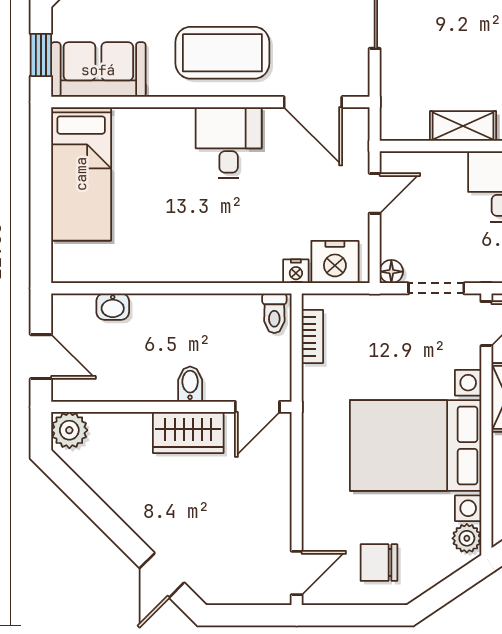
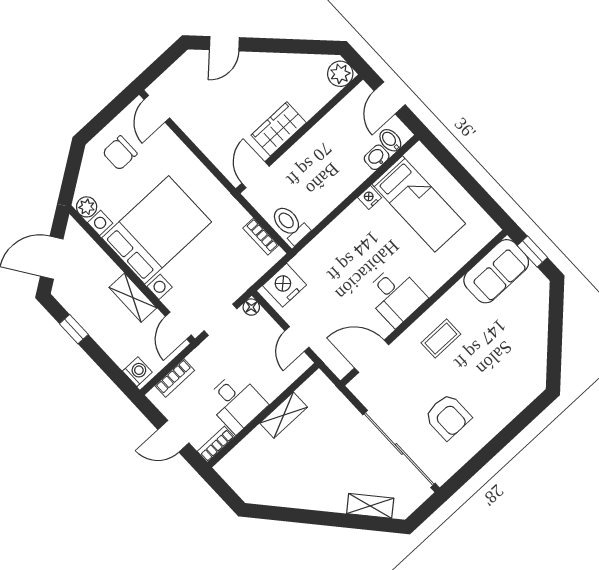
coffee table: (222, 53) -> (441, 339), width x0.54, depth x0.58
bed: (81, 174) -> (419, 204), moved, turned 180
nightstand: (296, 271) -> (370, 197), moved
toilet: (274, 313) -> (290, 224), width x1.37, depth x1.39
door: (41, 357) -> (390, 98), hinge flipped
bidet: (190, 384) -> (390, 140), moved, turned 180
chair: (379, 563) -> (120, 153), turned 180
door: (162, 575) -> (224, 44), swing flipped

